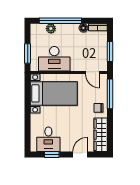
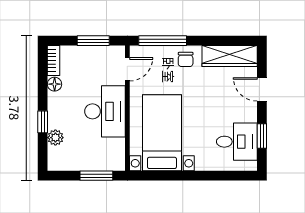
window: (60, 21) -> (43, 122), width x0.32
desk: (54, 59) -> (105, 111), moved

